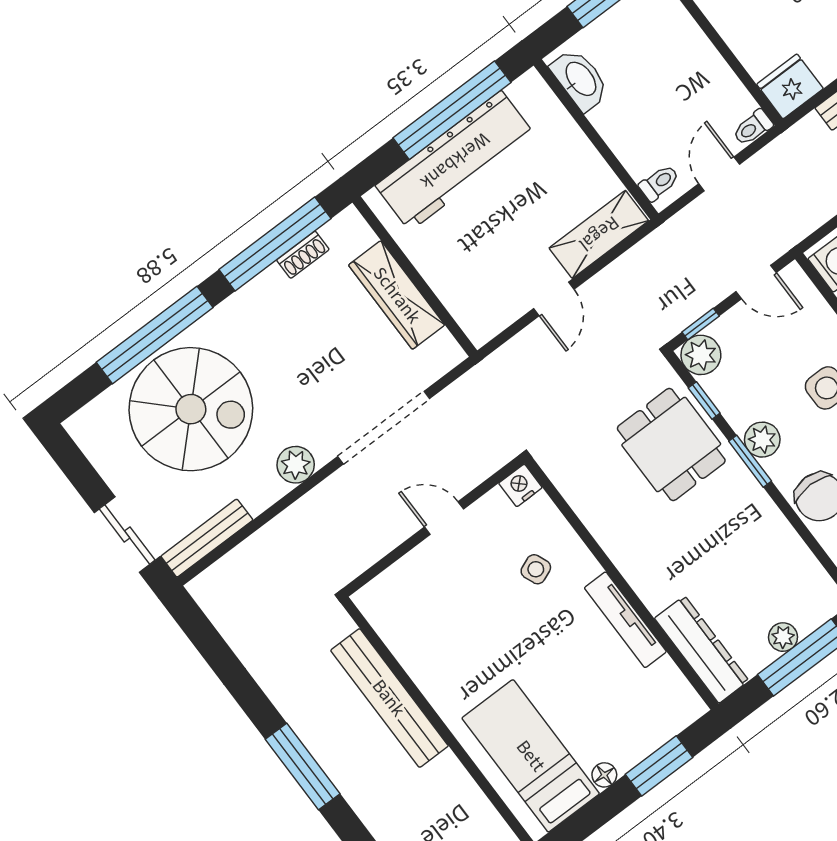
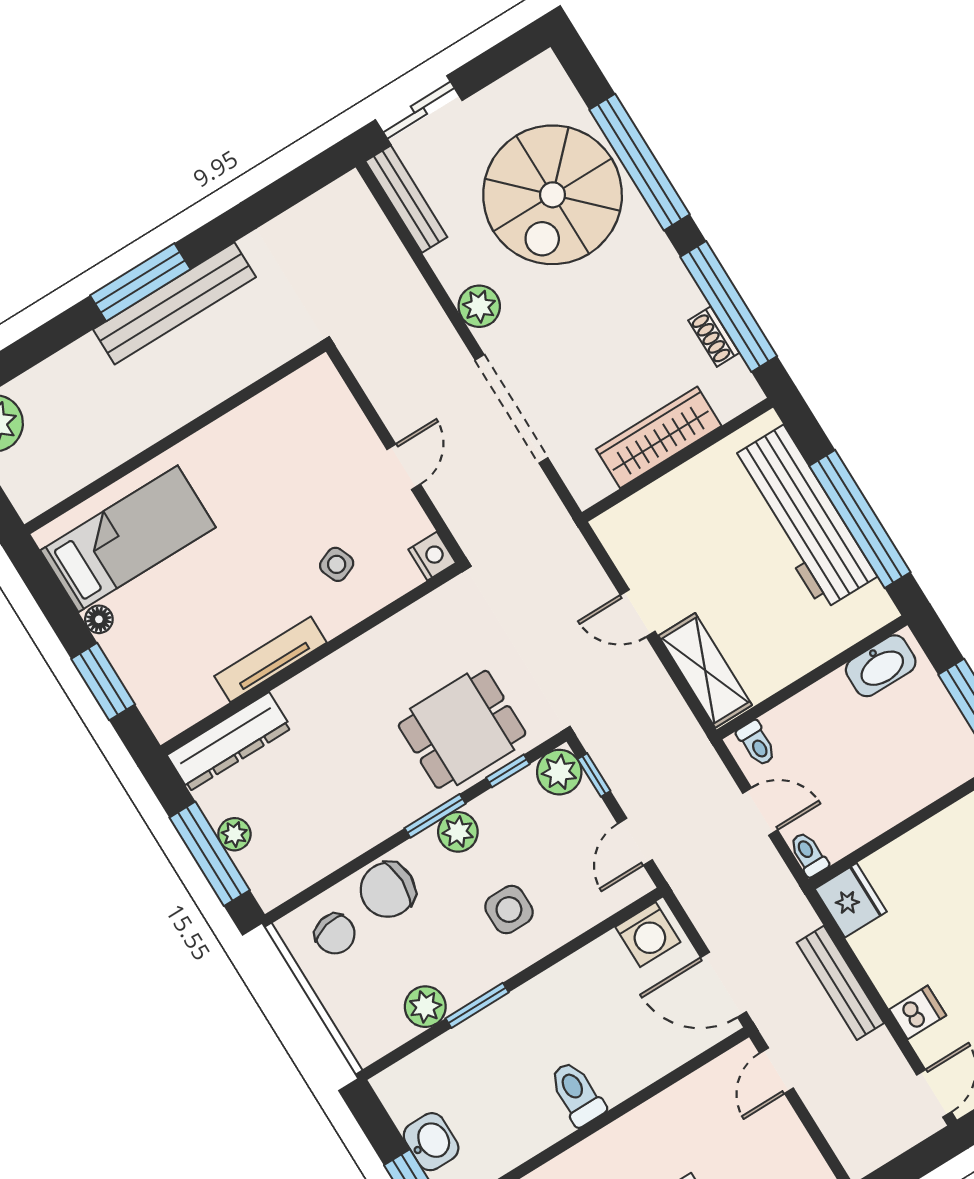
bench: (389, 698) -> (175, 303), moved

